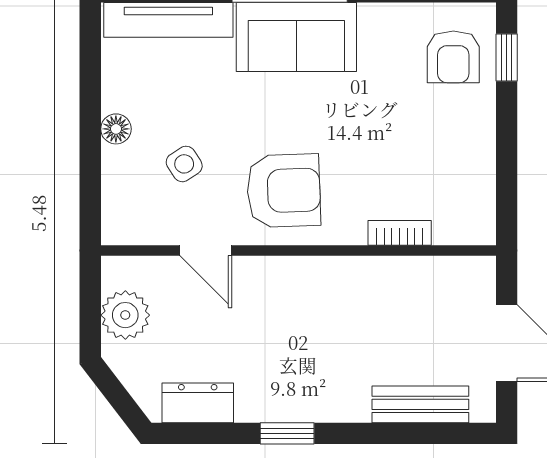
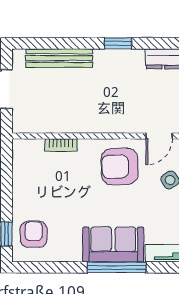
door: (206, 251) -> (159, 136), swing flipped
bench: (420, 404) -> (59, 58), width x1.36

